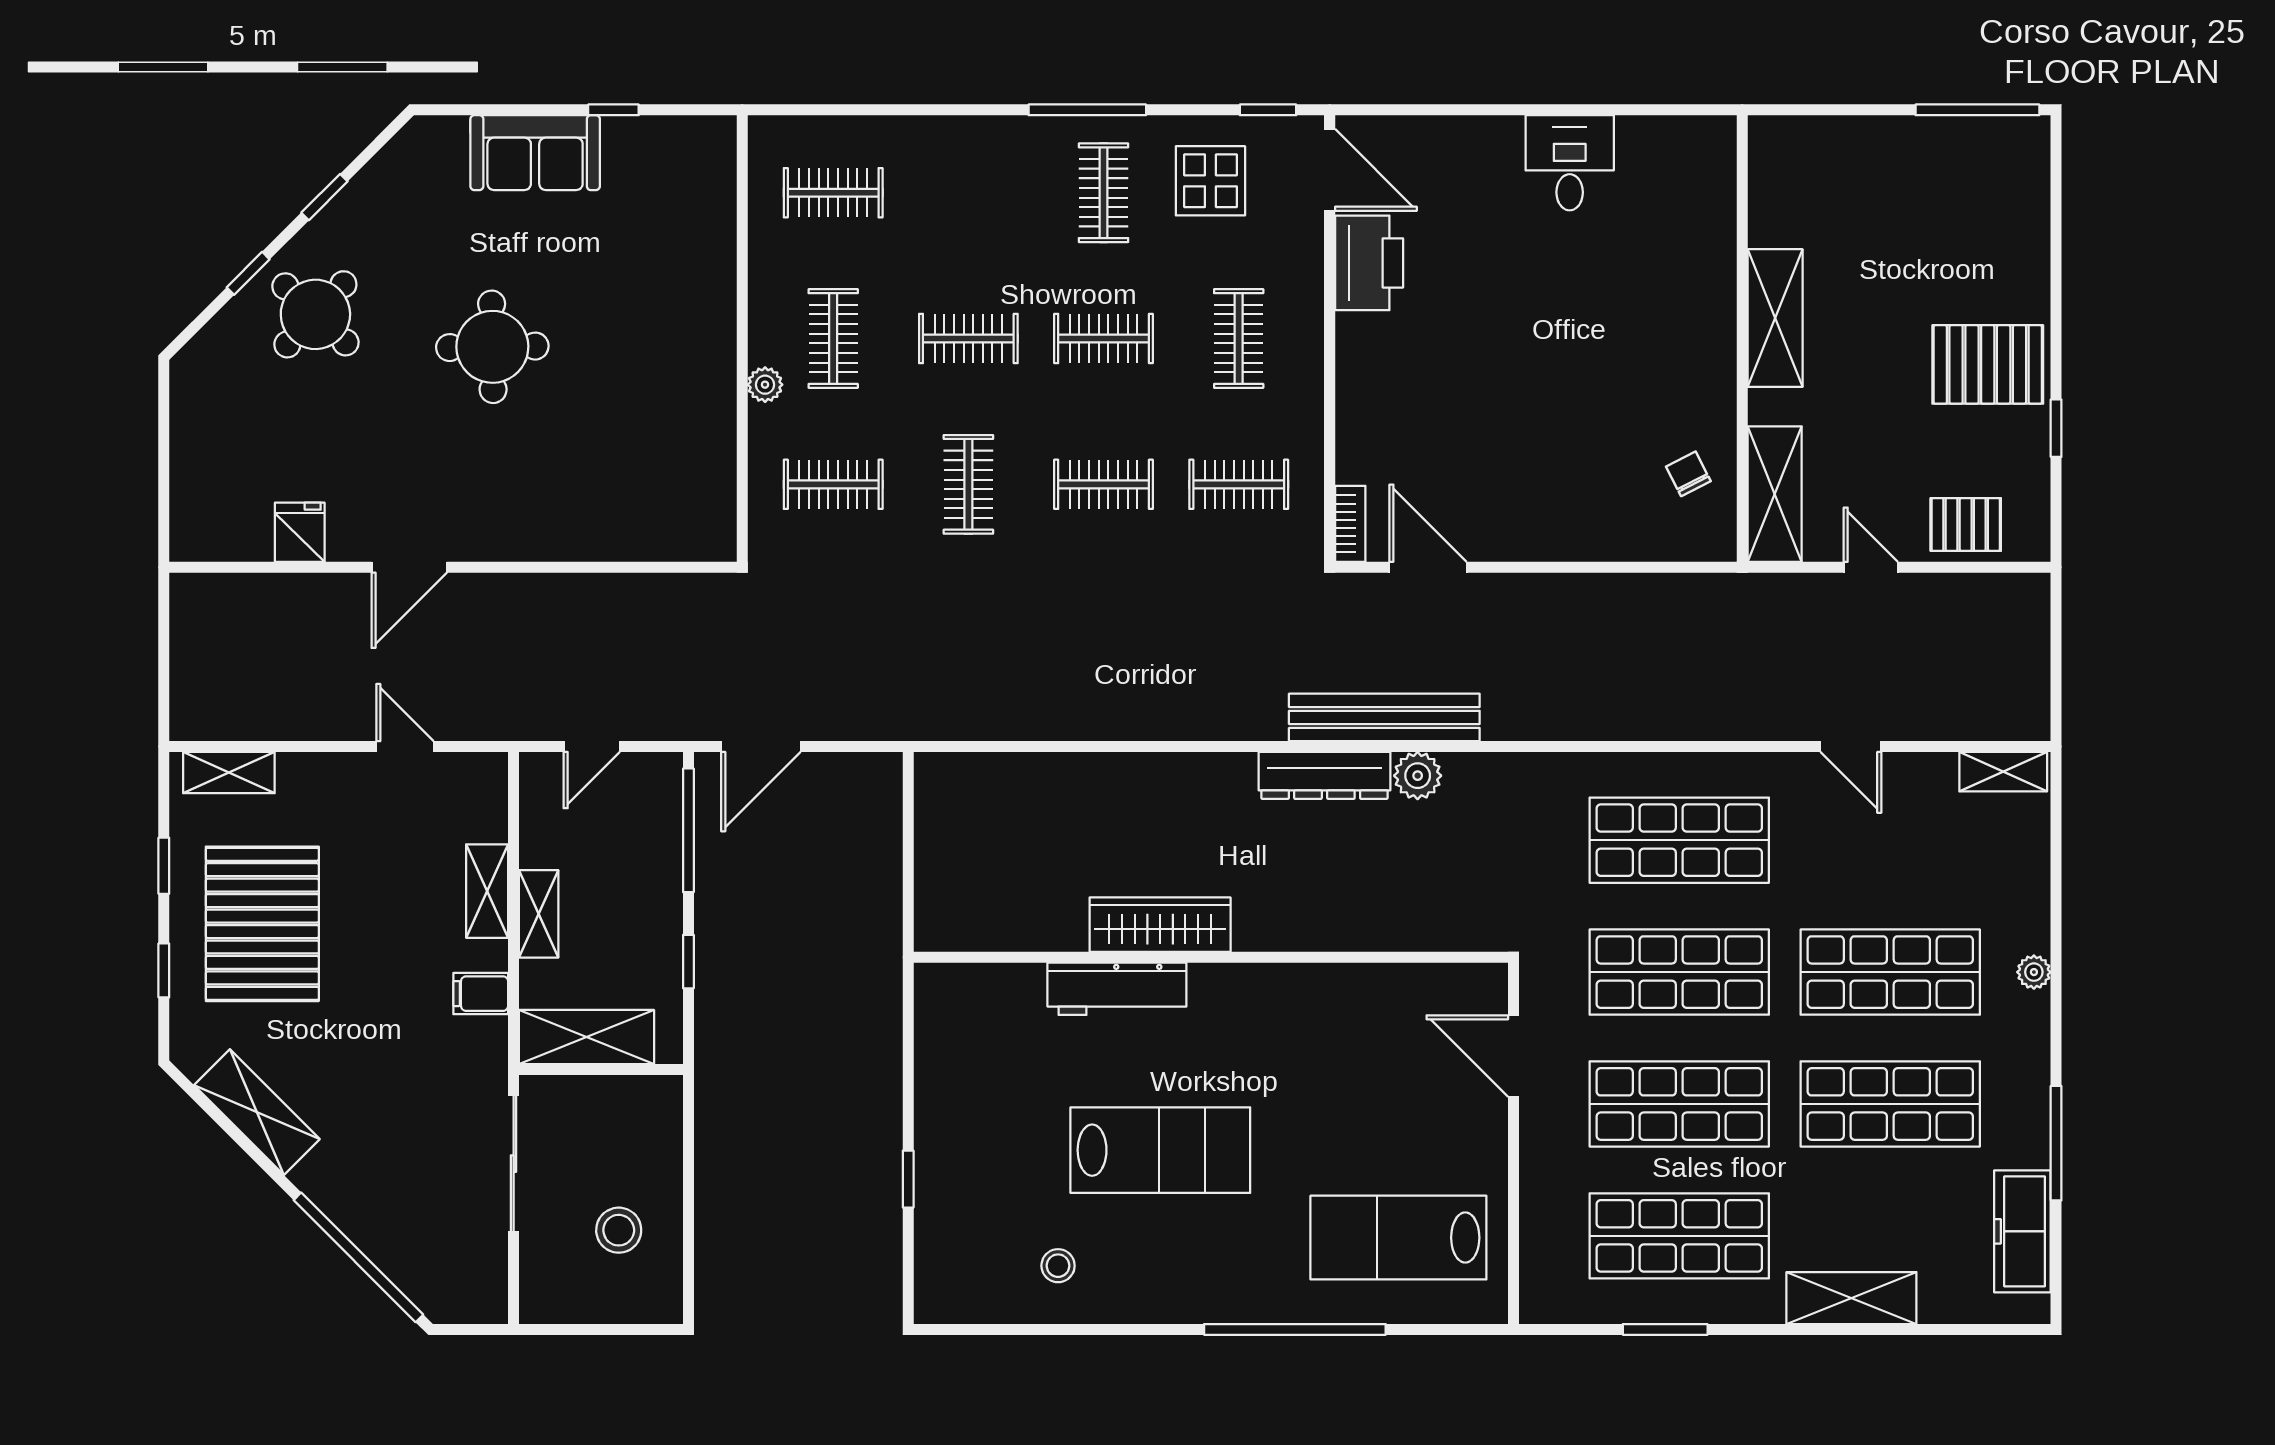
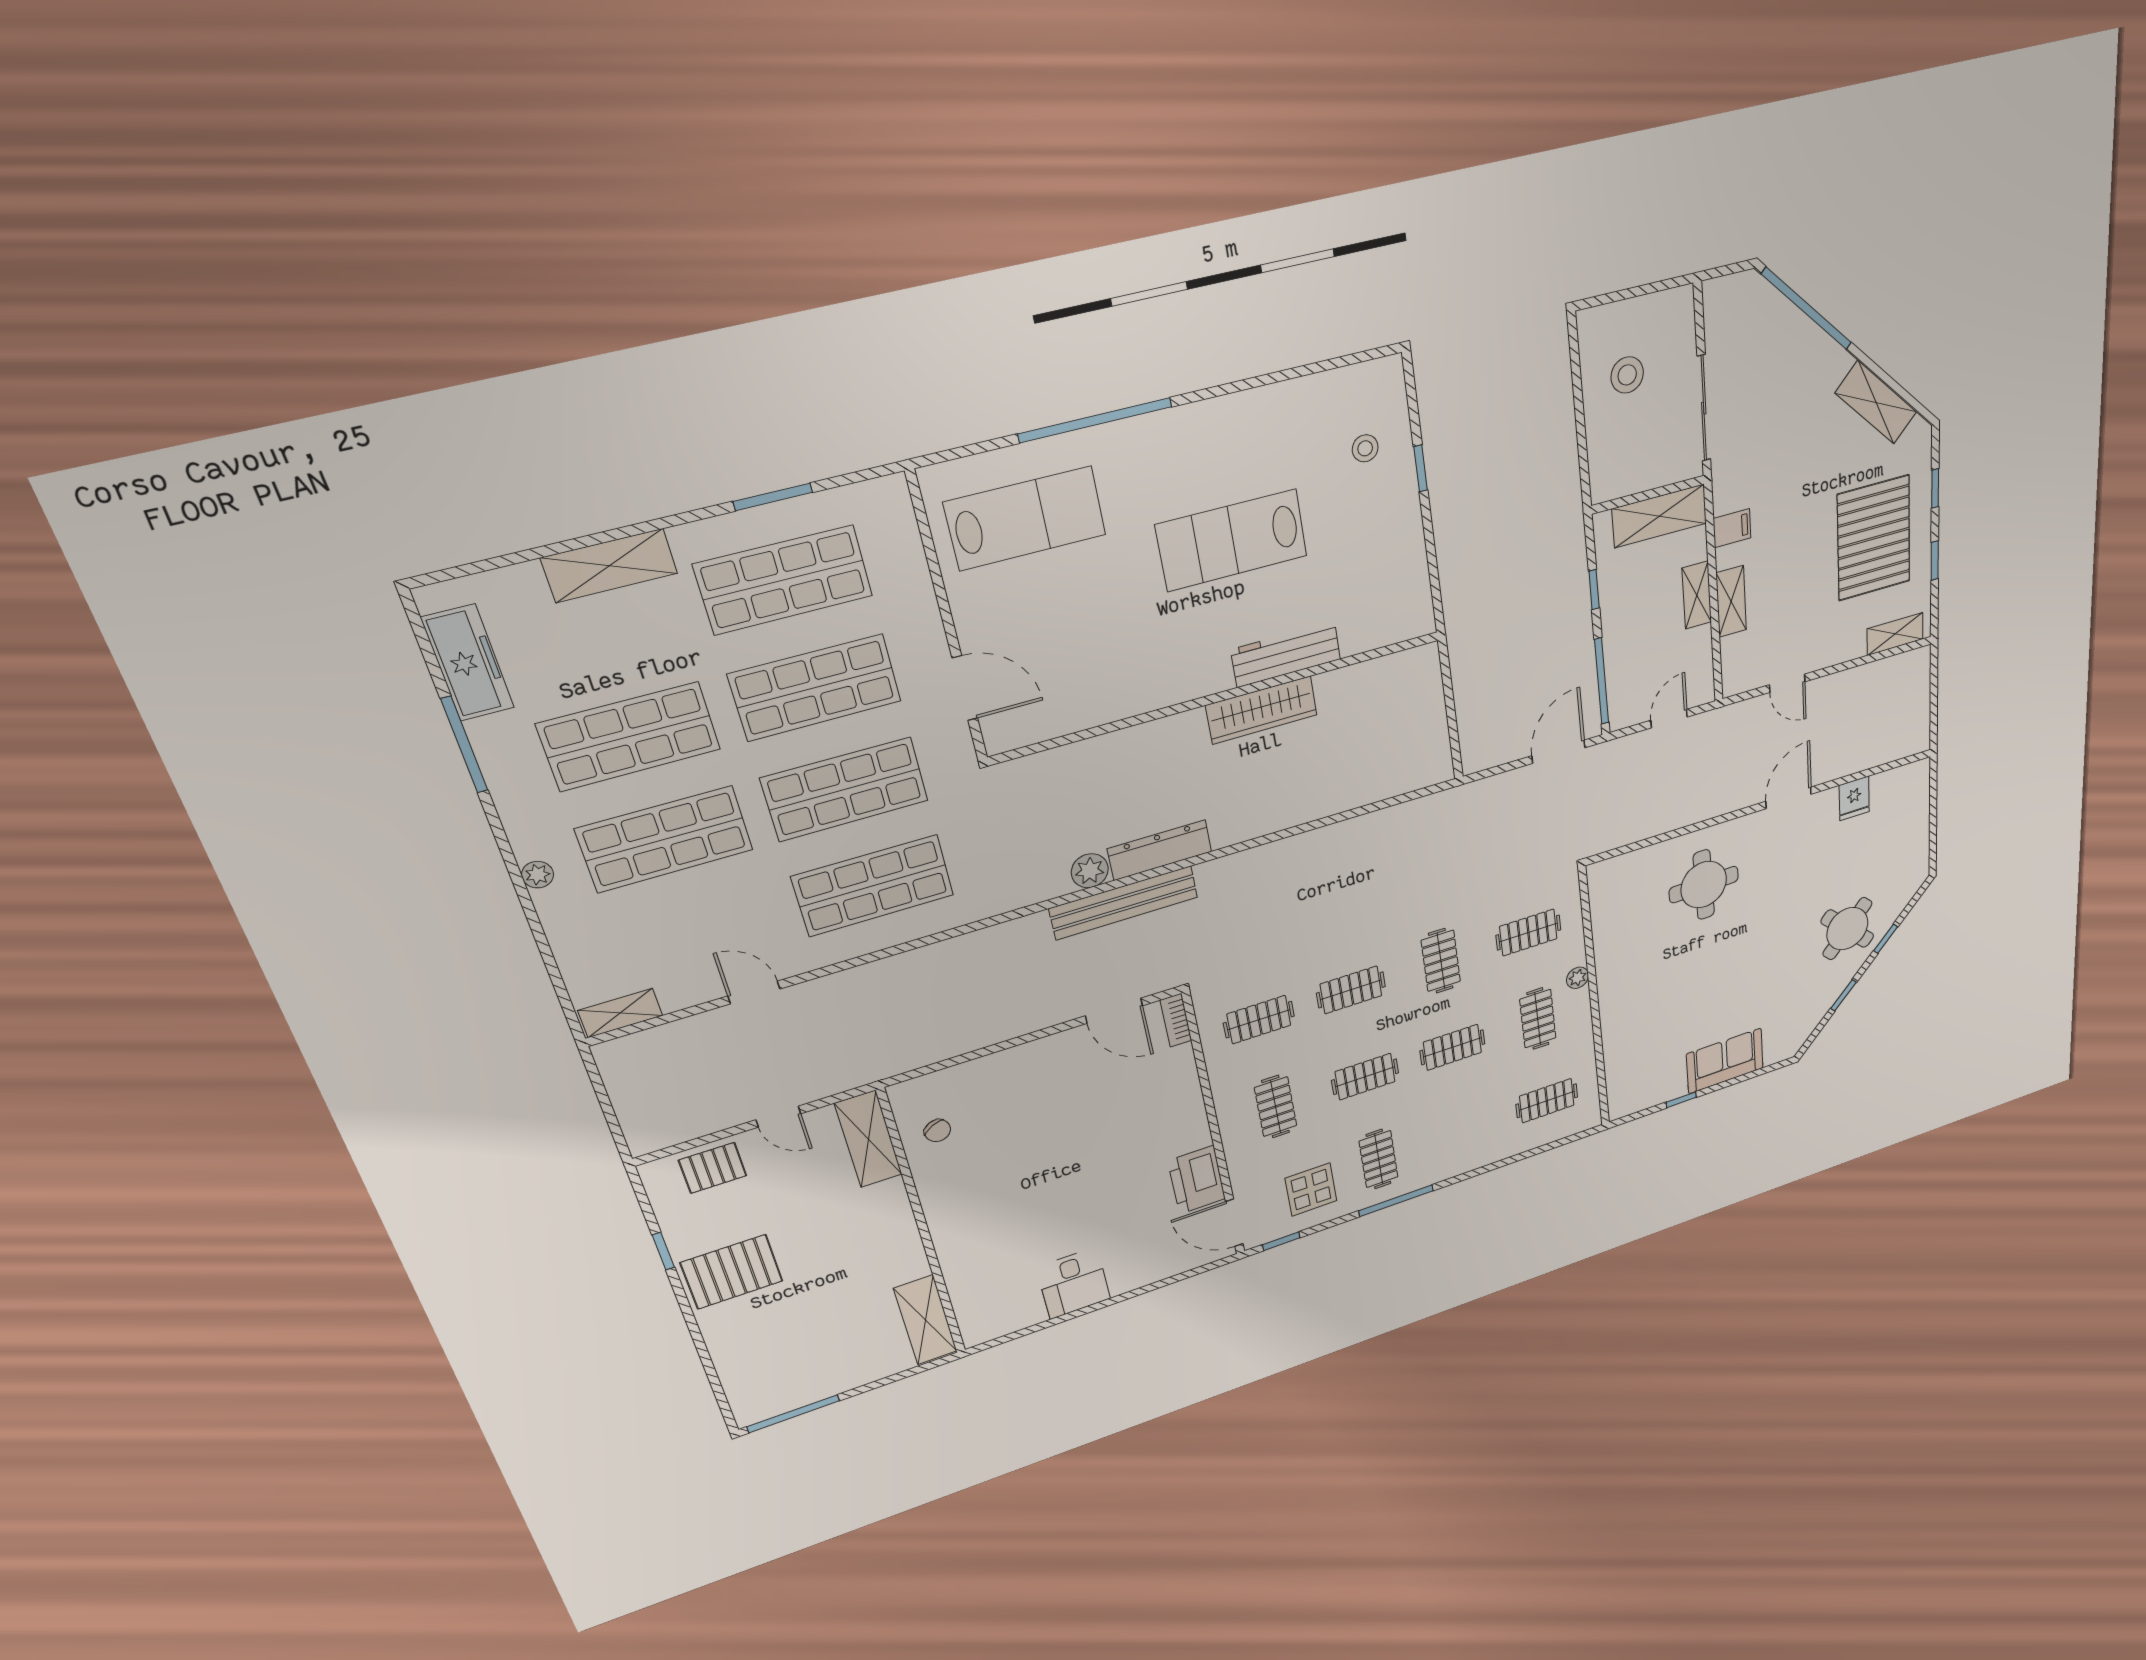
shelving: (1775, 318) -> (925, 1320), moved
round table: (492, 347) -> (1704, 885), moved
stool: (1058, 1266) -> (1365, 448), moved

